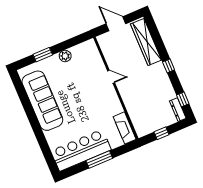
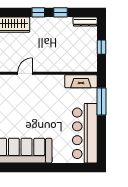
window: (183, 99) -> (61, 12), moved
window: (99, 160) -> (101, 102), moved

